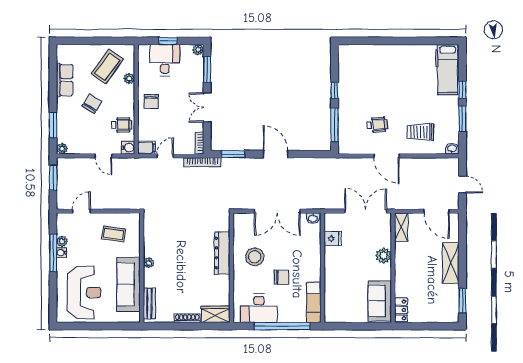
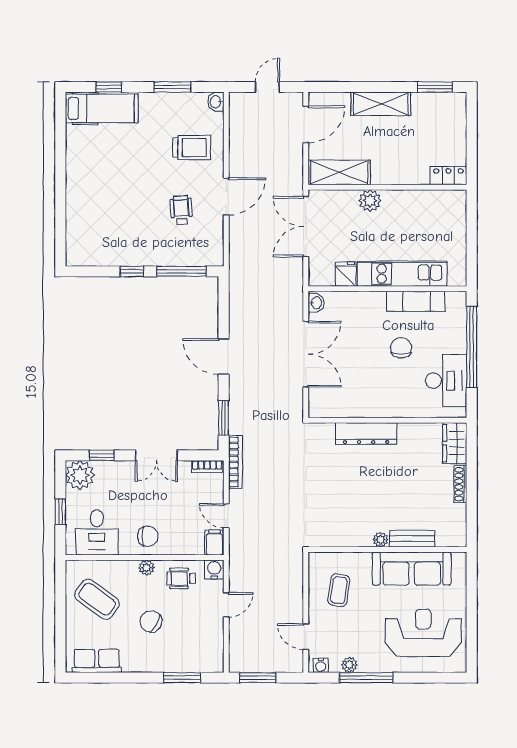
plant: (198, 50) -> (80, 475), width x1.87, depth x1.87
desk: (165, 60) -> (97, 532), moved, turned -90
window: (207, 70) -> (102, 455), width x0.67
plant: (129, 78) -> (146, 568), moved
row of seats: (65, 80) -> (97, 661), moved
window: (462, 90) -> (109, 87), moved
wheelchair: (122, 125) -> (181, 578), turned -90
trolley: (420, 132) -> (192, 148), turned -90
plant: (62, 149) -> (216, 665), removed
door: (276, 154) -> (224, 357), hinge flipped
shelving: (401, 227) -> (339, 172), width x1.50, depth x1.33
water cooler: (61, 253) -> (321, 665), moved
stool: (255, 257) -> (372, 387), removed
kitchen unit: (333, 278) -> (402, 274), added
sofa: (380, 301) -> (435, 206), removed
exam couch: (314, 302) -> (416, 301), moved
bench: (149, 304) -> (412, 539), moved

